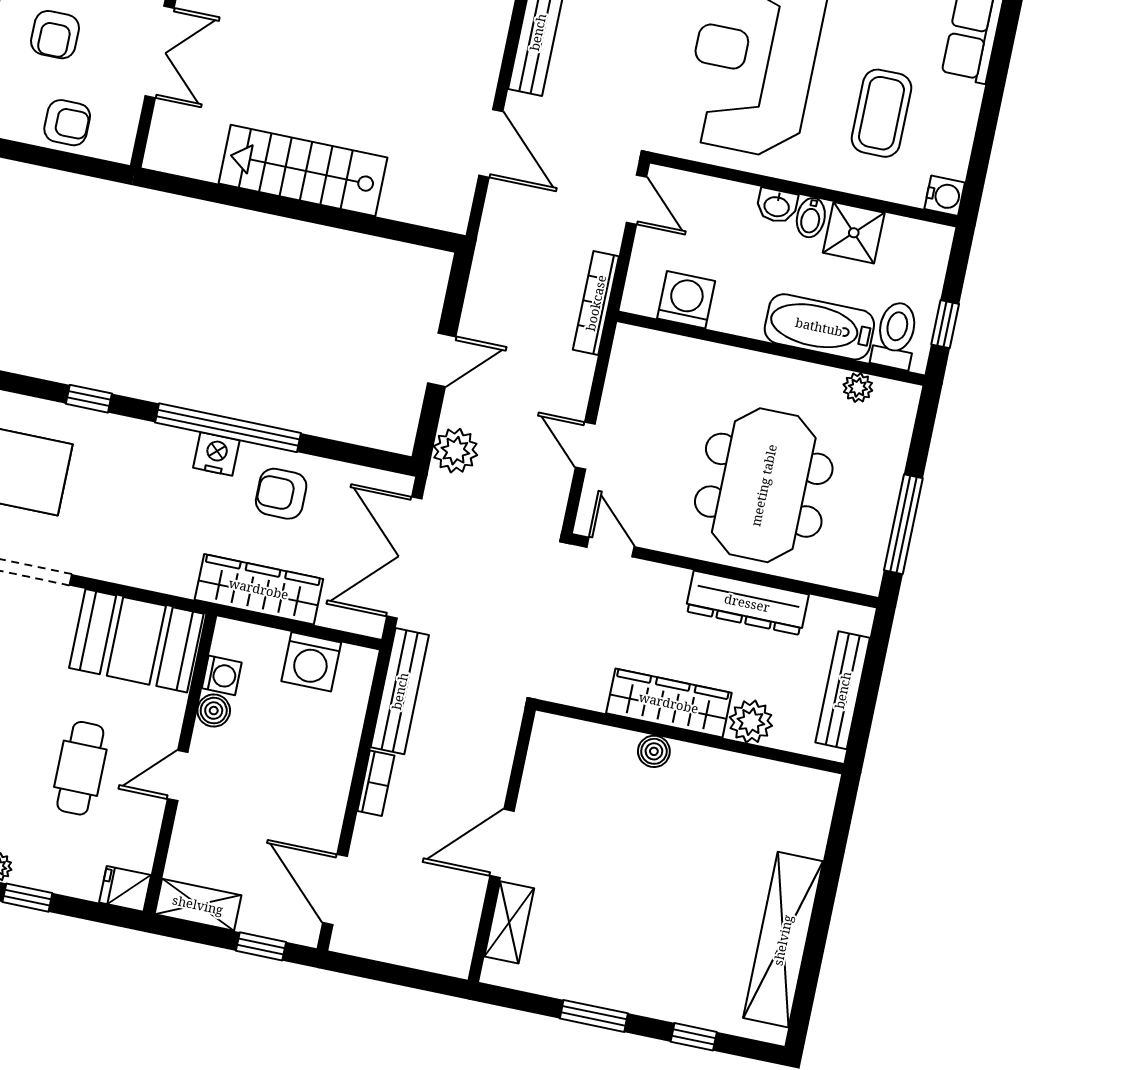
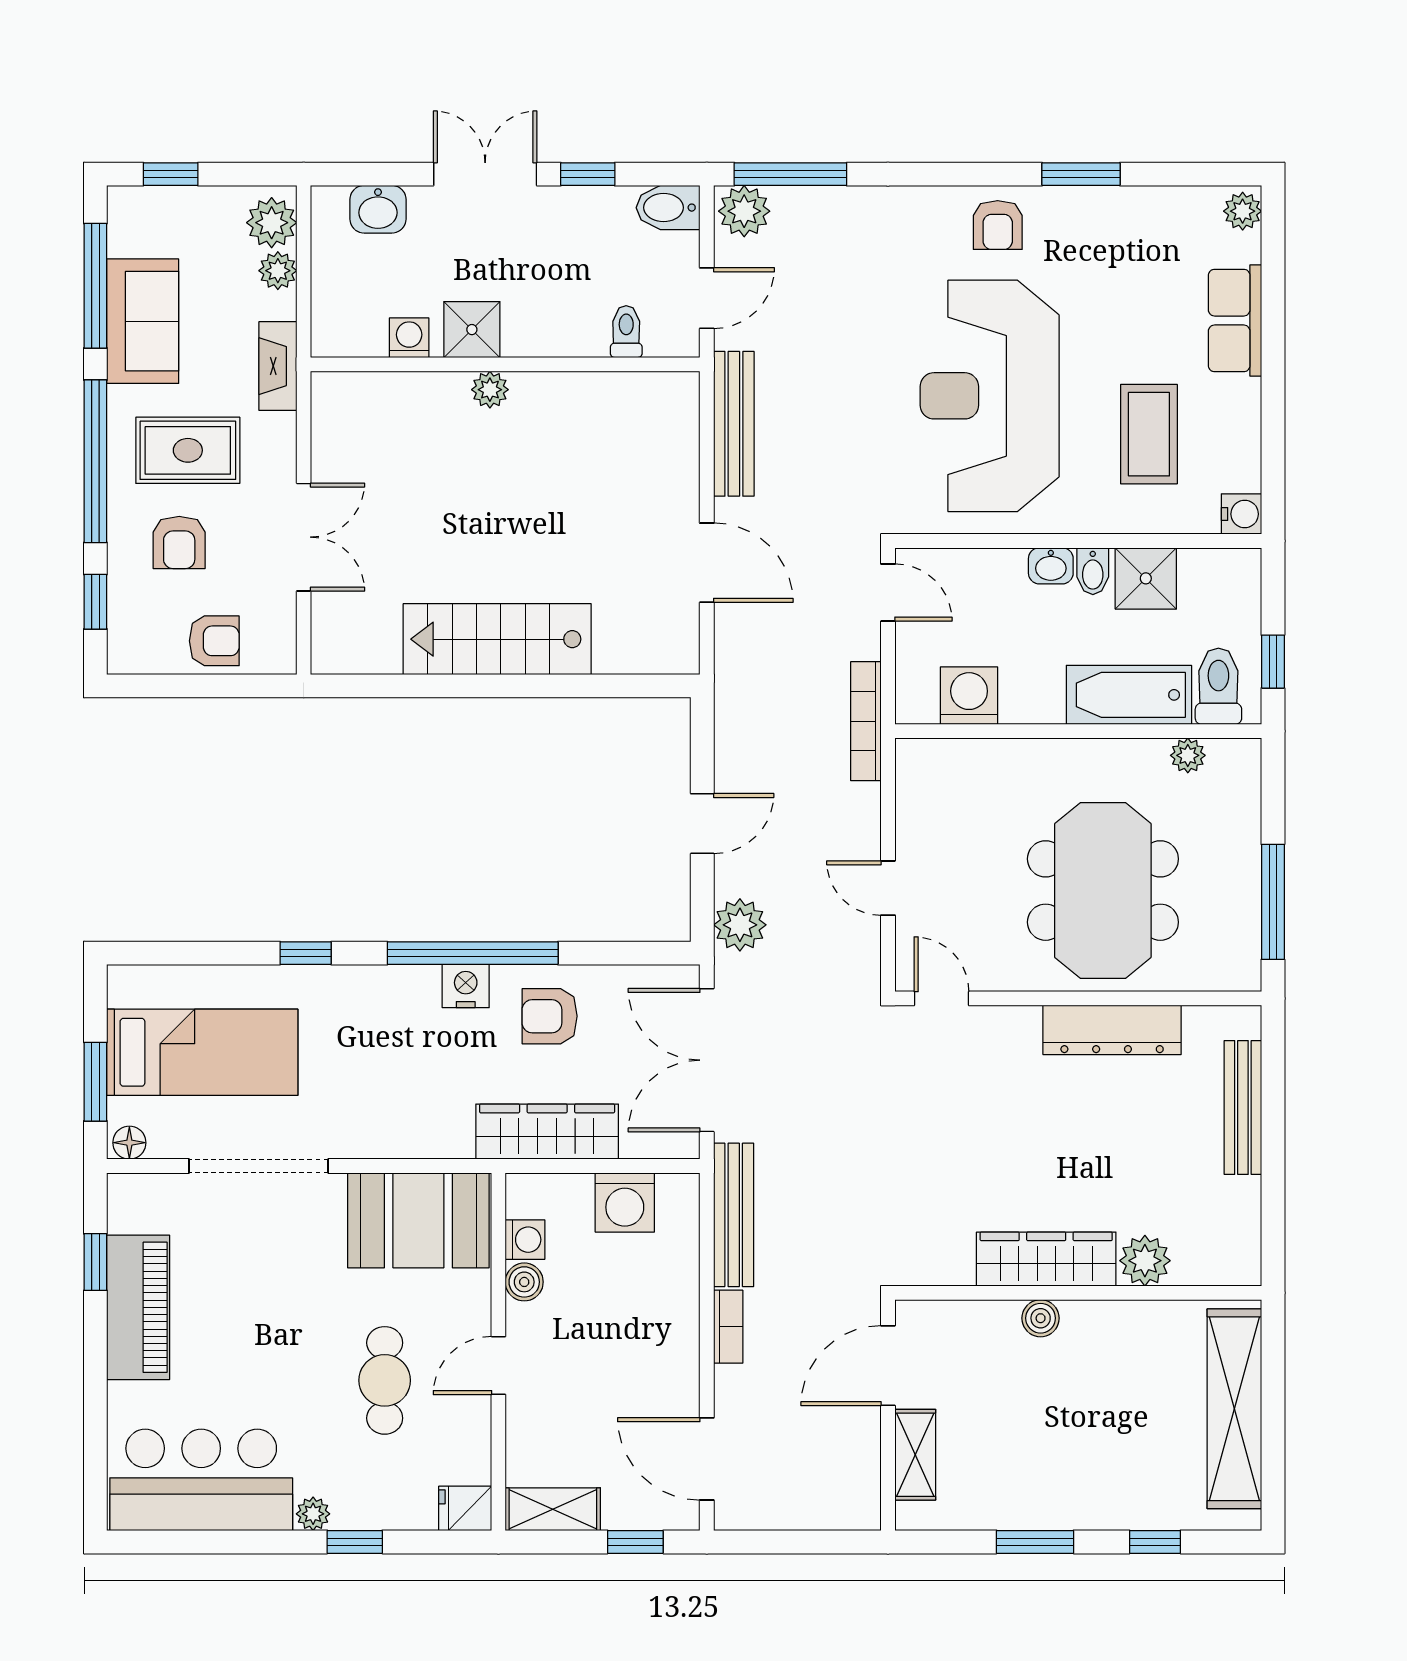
wardrobe: (669, 703) -> (1046, 1259), moved
plant: (751, 722) -> (1145, 1261), moved
wall: (690, 737) -> (1078, 1293), moved
boiler: (654, 751) -> (1041, 1318), moved

